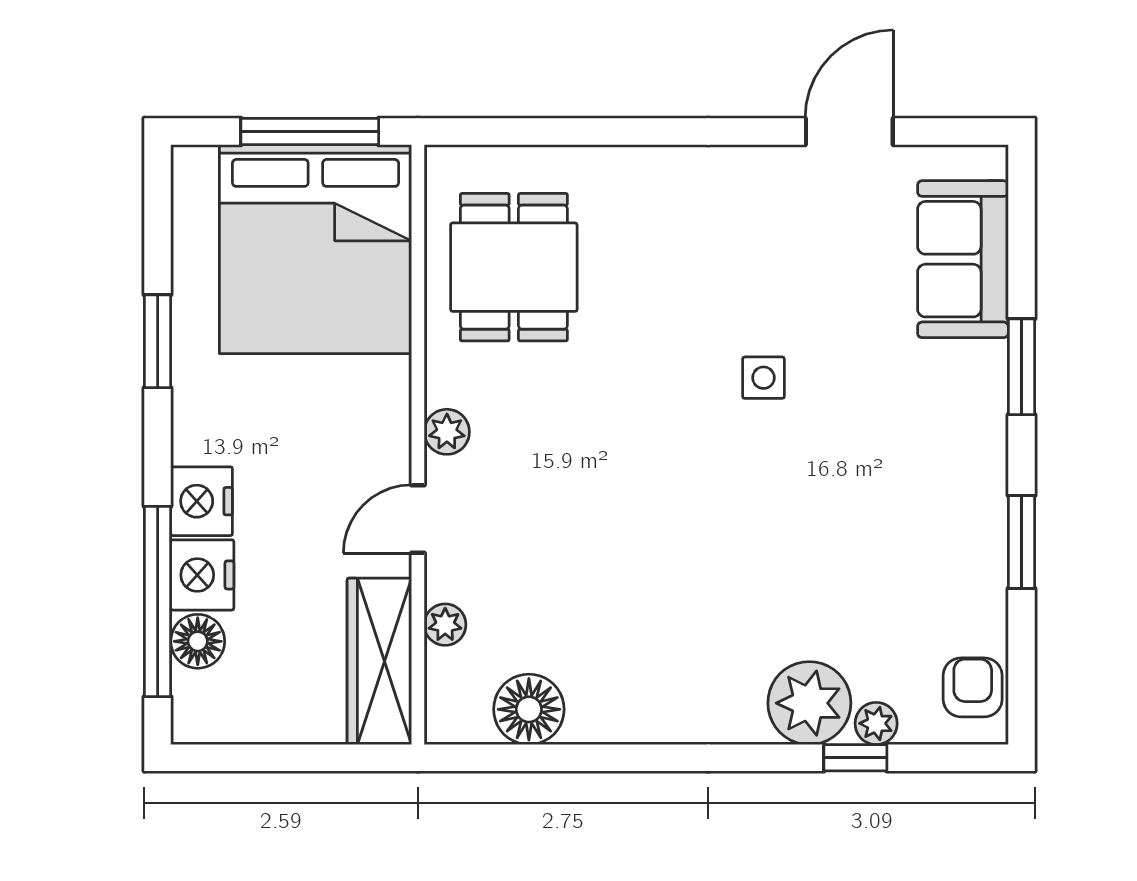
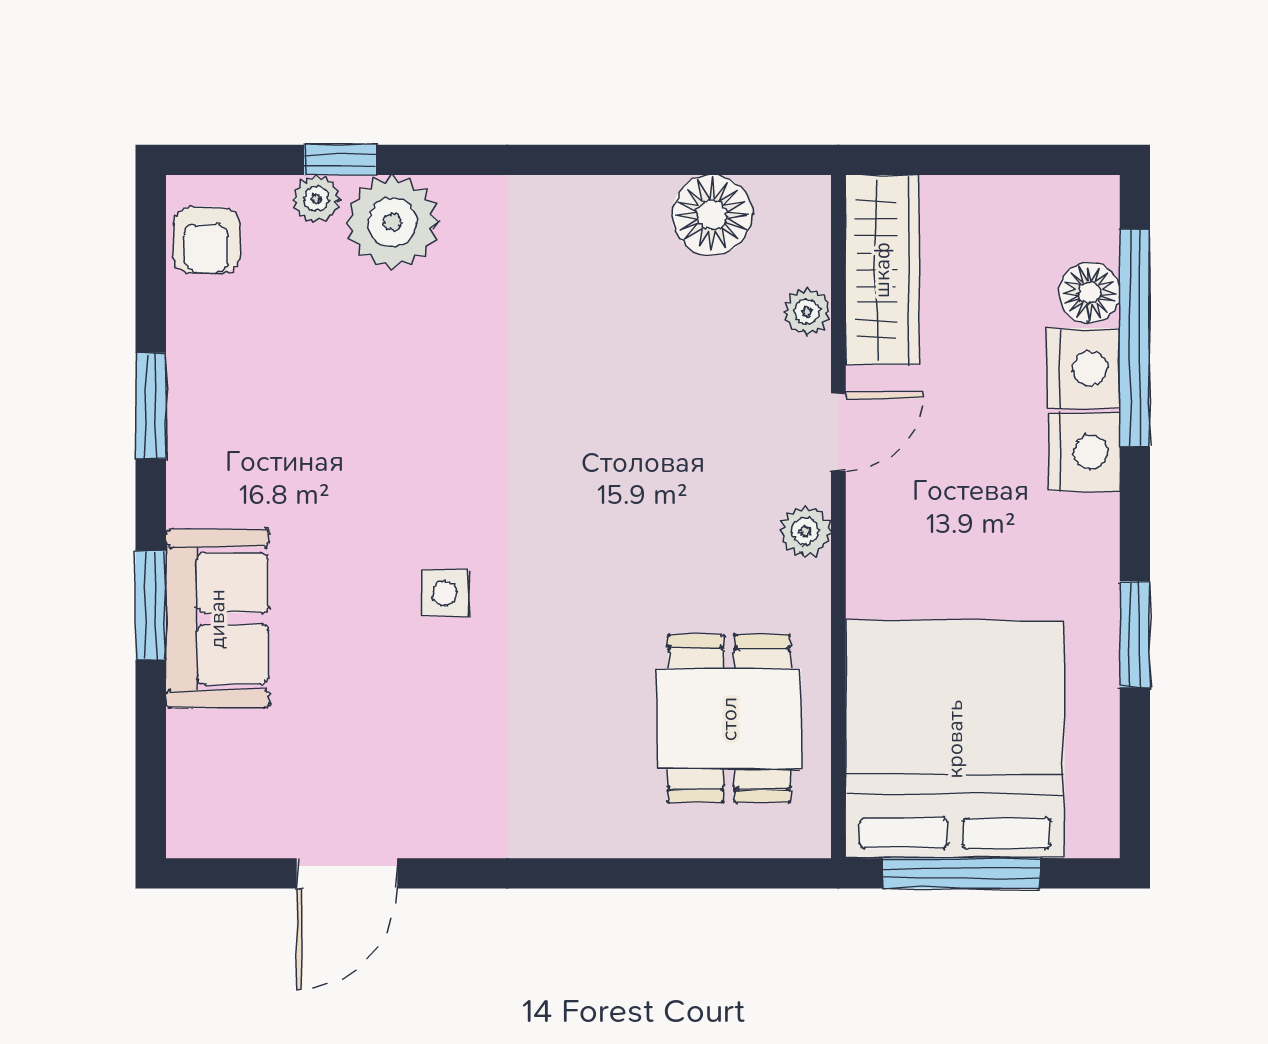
sofa: (963, 259) -> (217, 619), moved

